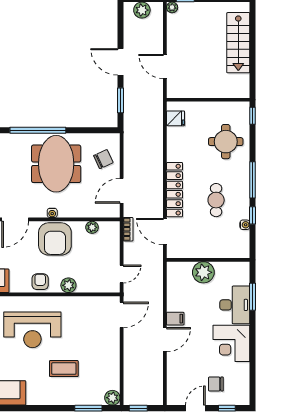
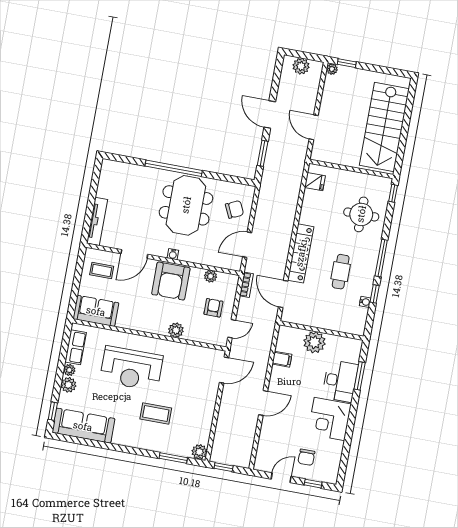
stairs: (238, 43) -> (384, 127), width x1.36, depth x1.51
armchair: (40, 282) -> (213, 308), moved
filing cabinet: (175, 319) -> (282, 359), moved
chair: (216, 384) -> (306, 457), turned -90

